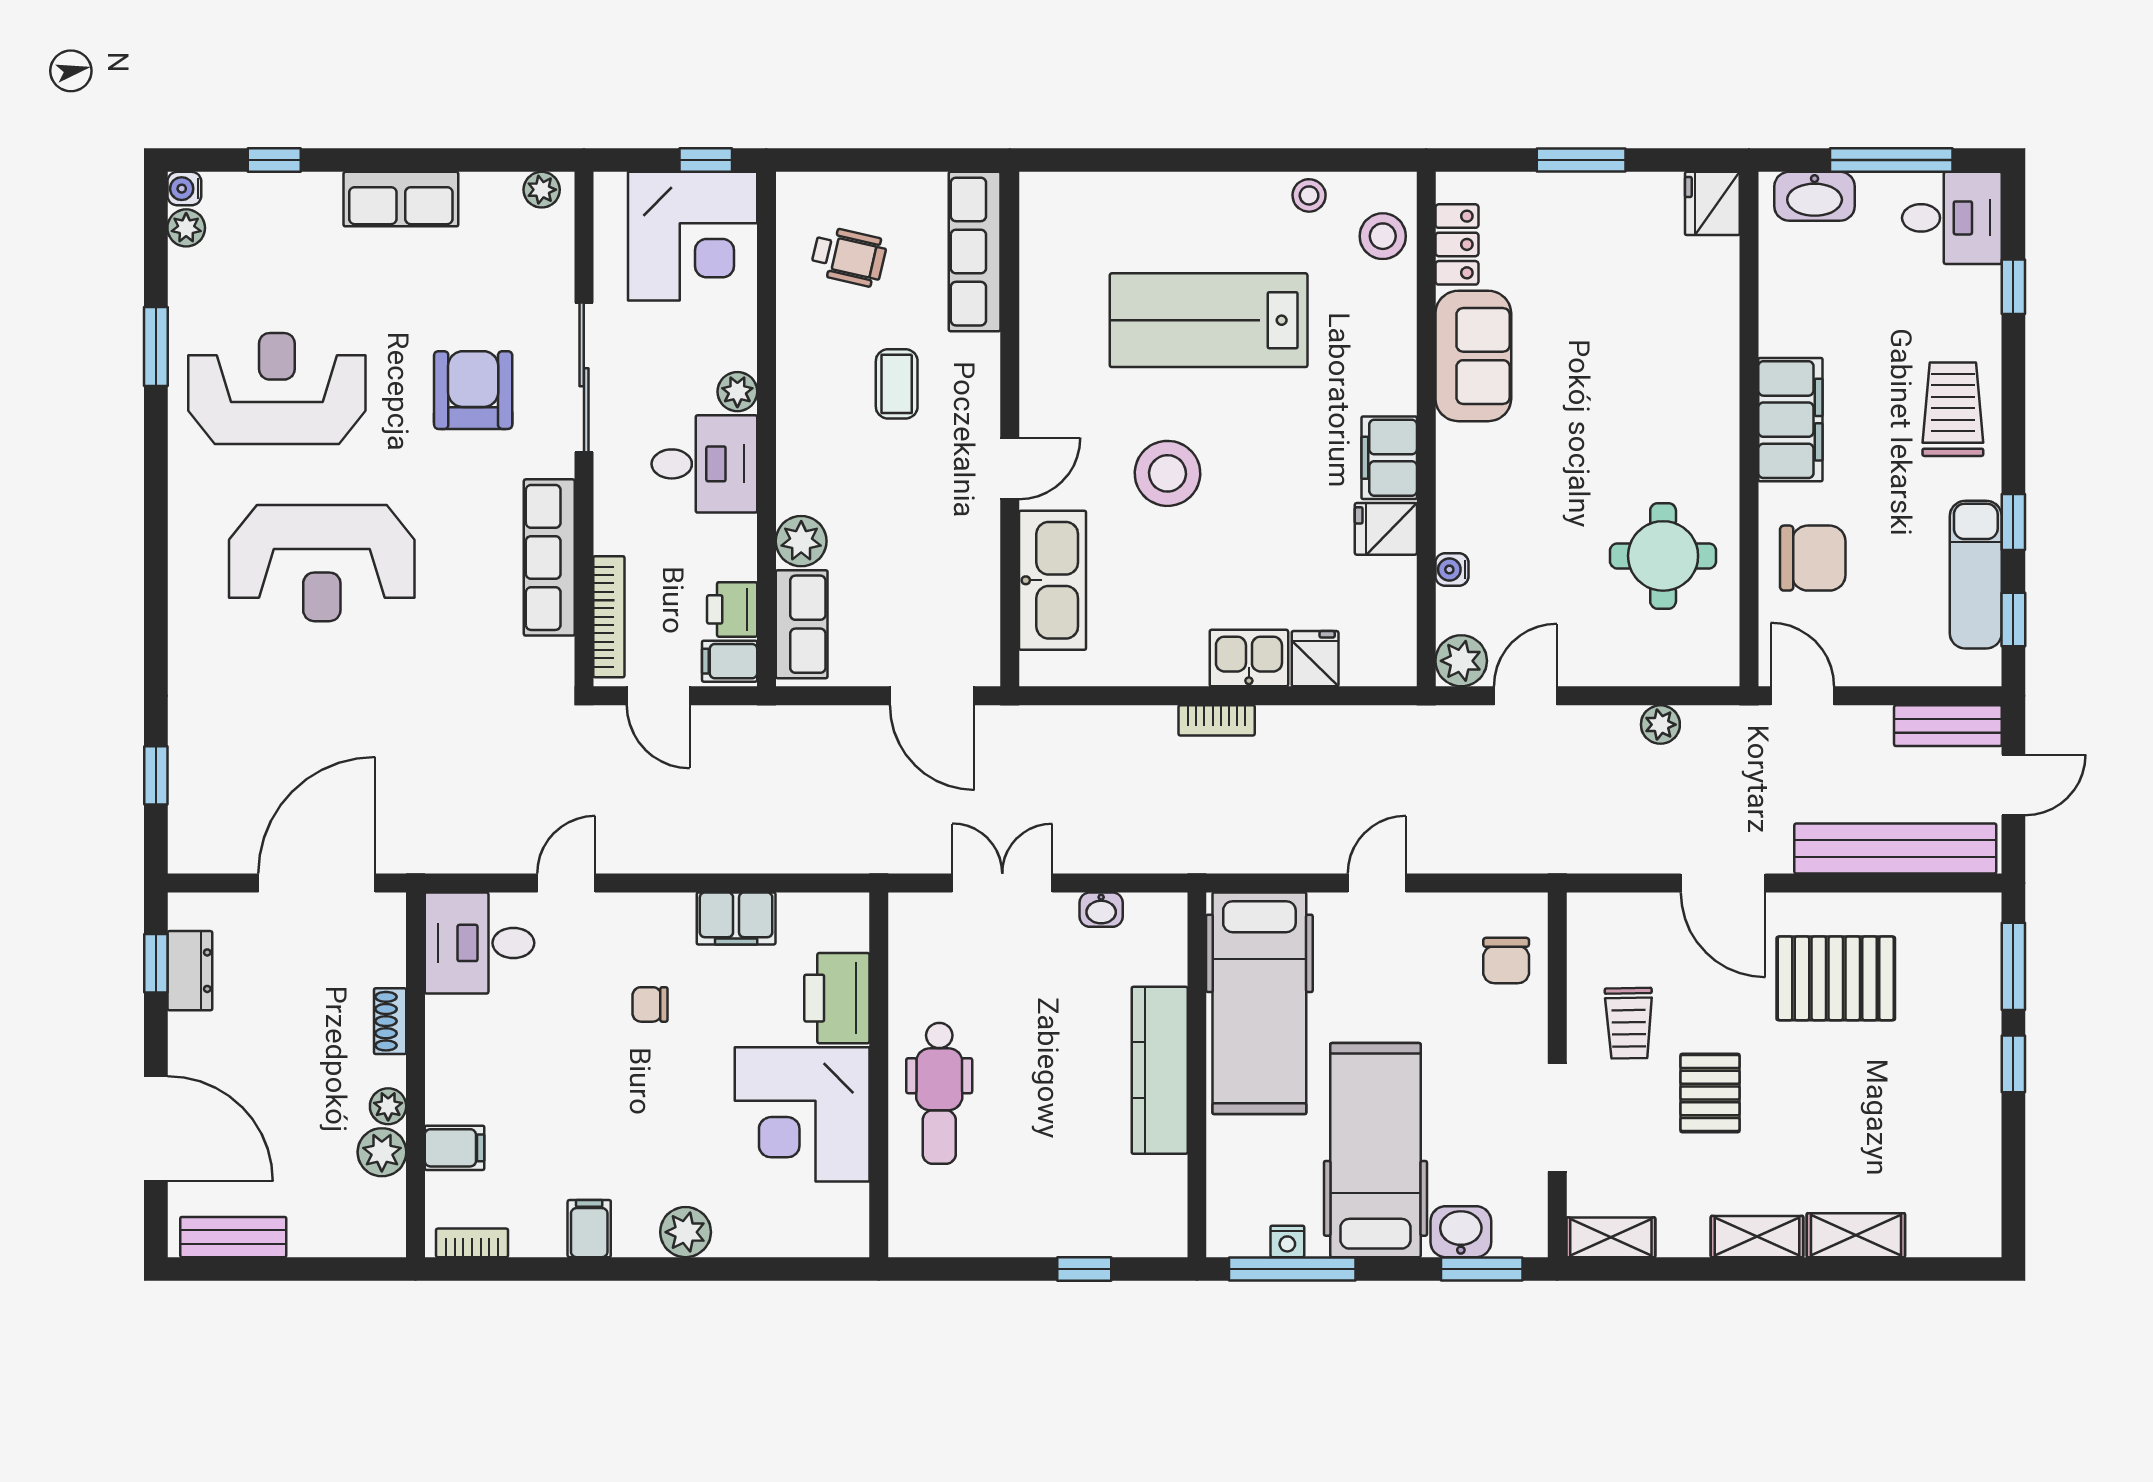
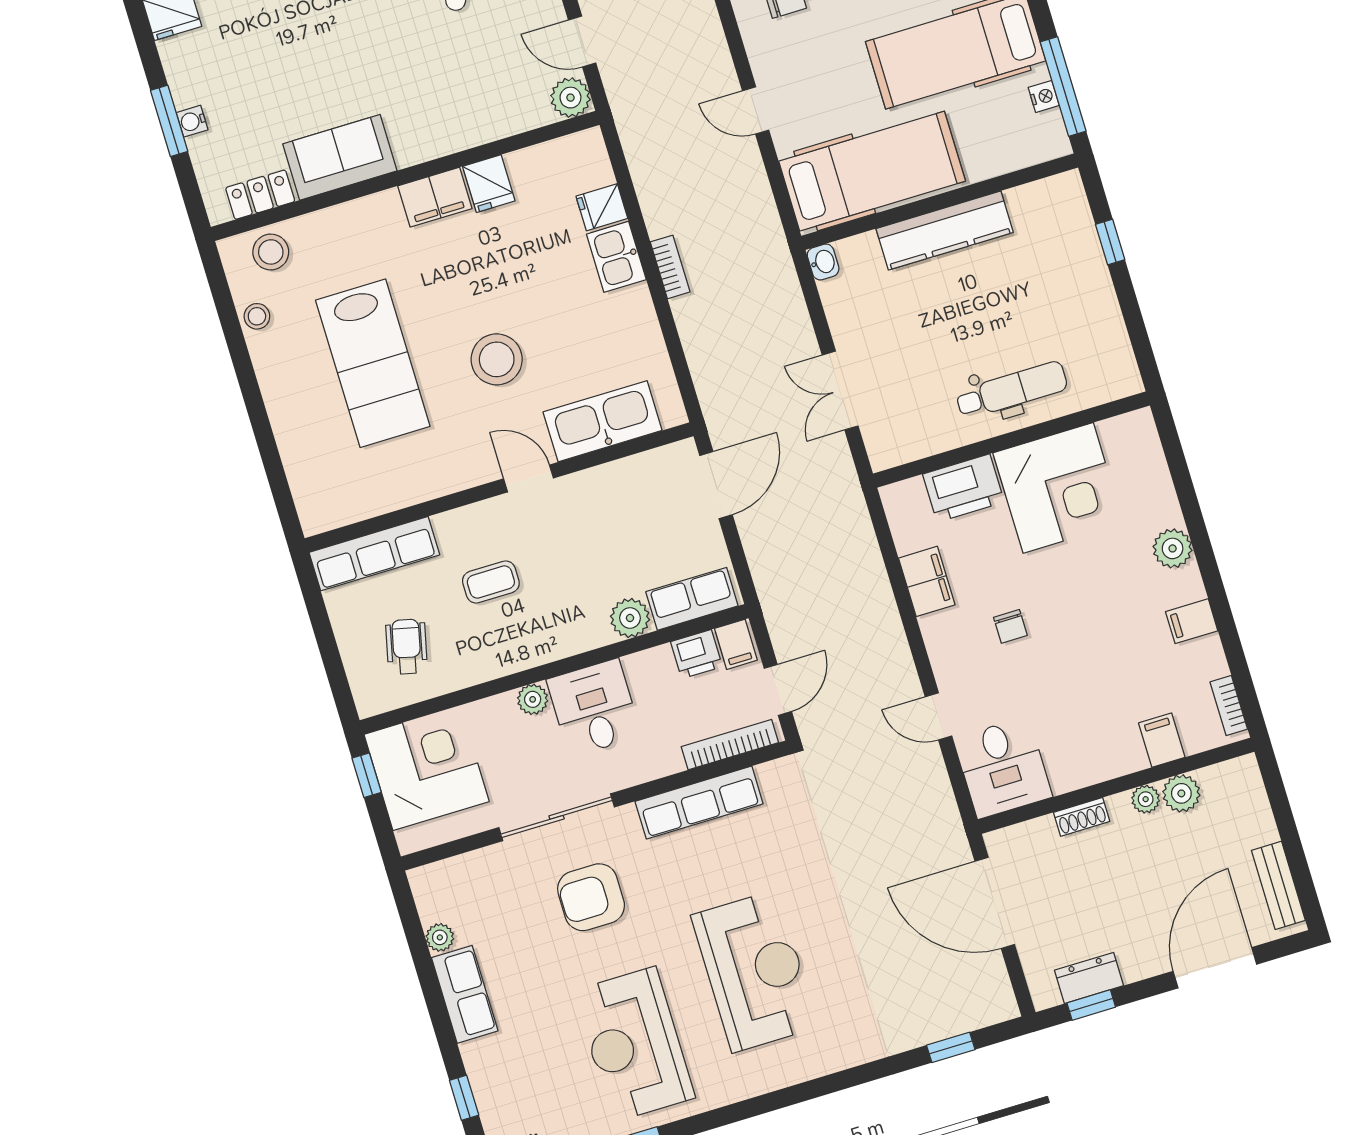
plant: (542, 190) -> (440, 937), moved
water cooler: (1452, 569) -> (192, 121), moved, turned 90
washbasin: (1101, 910) -> (823, 262), moved

